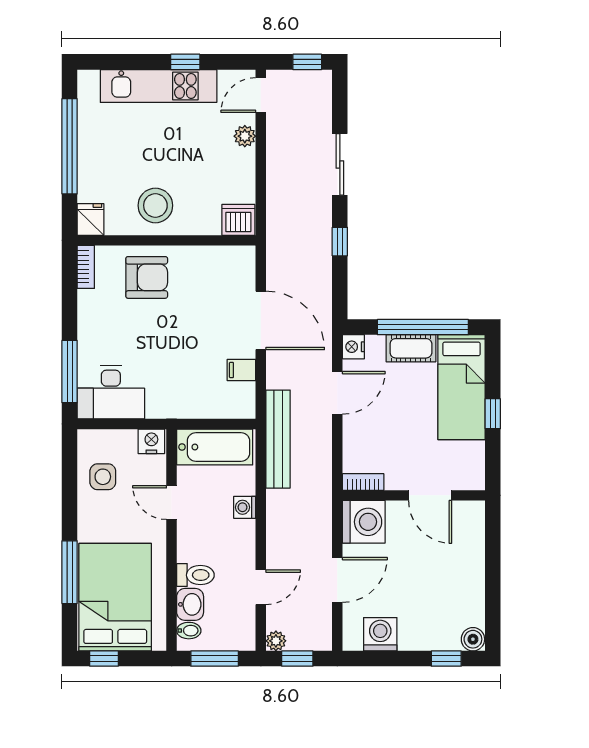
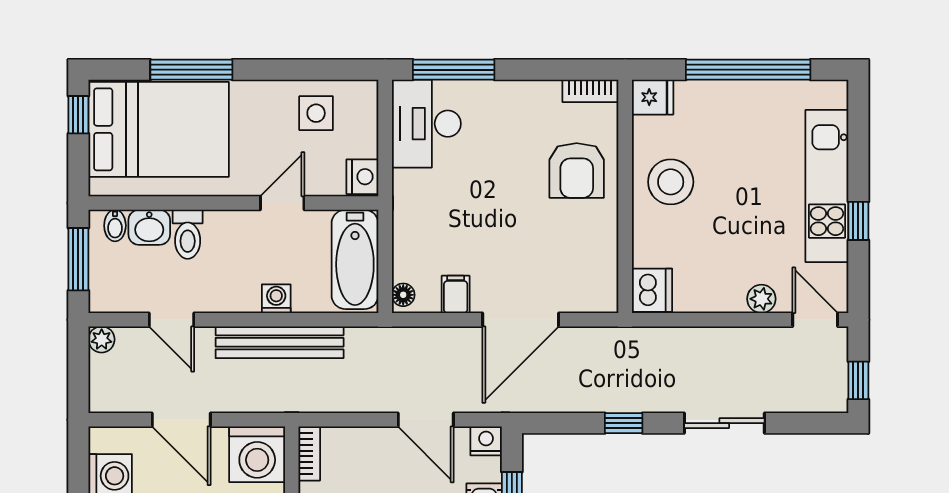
floor lamp: (242, 410) -> (403, 295), added
bench: (278, 439) -> (280, 342), moved
window: (297, 659) -> (78, 367), removed

